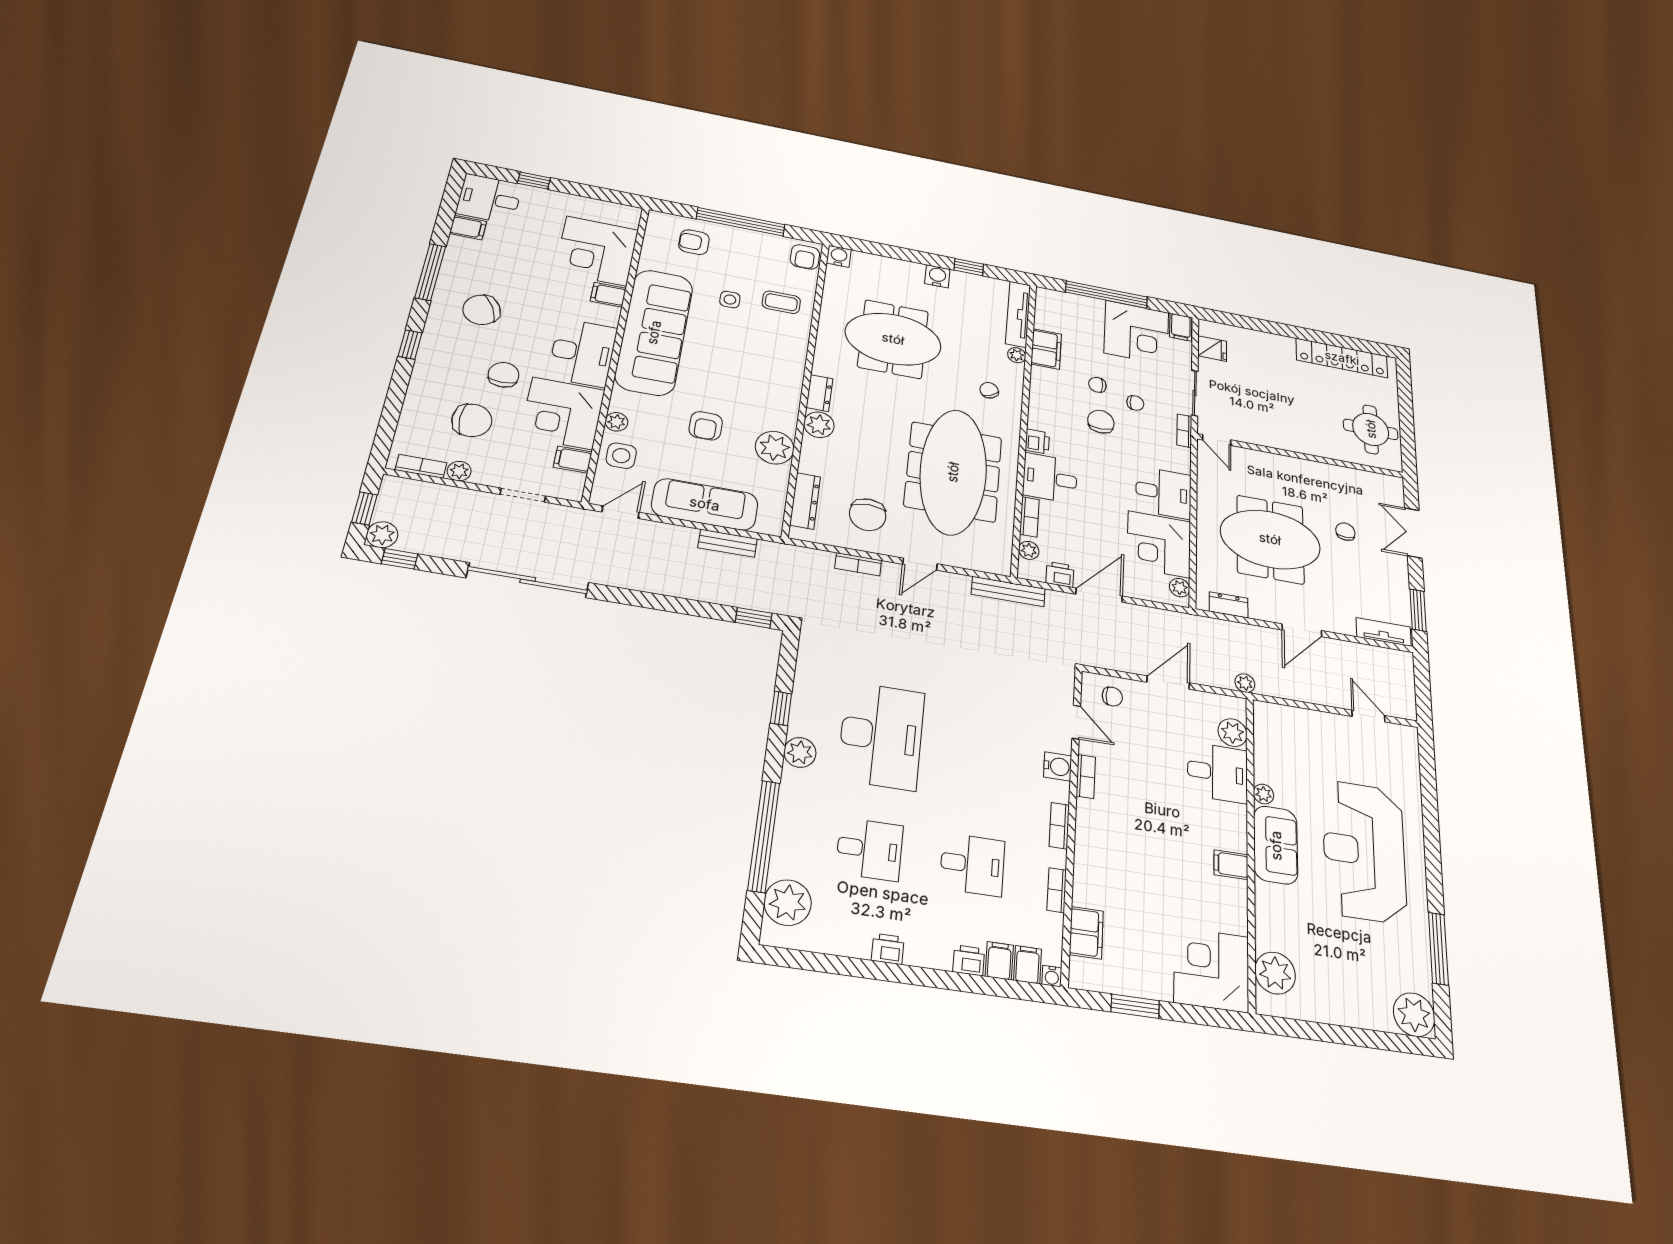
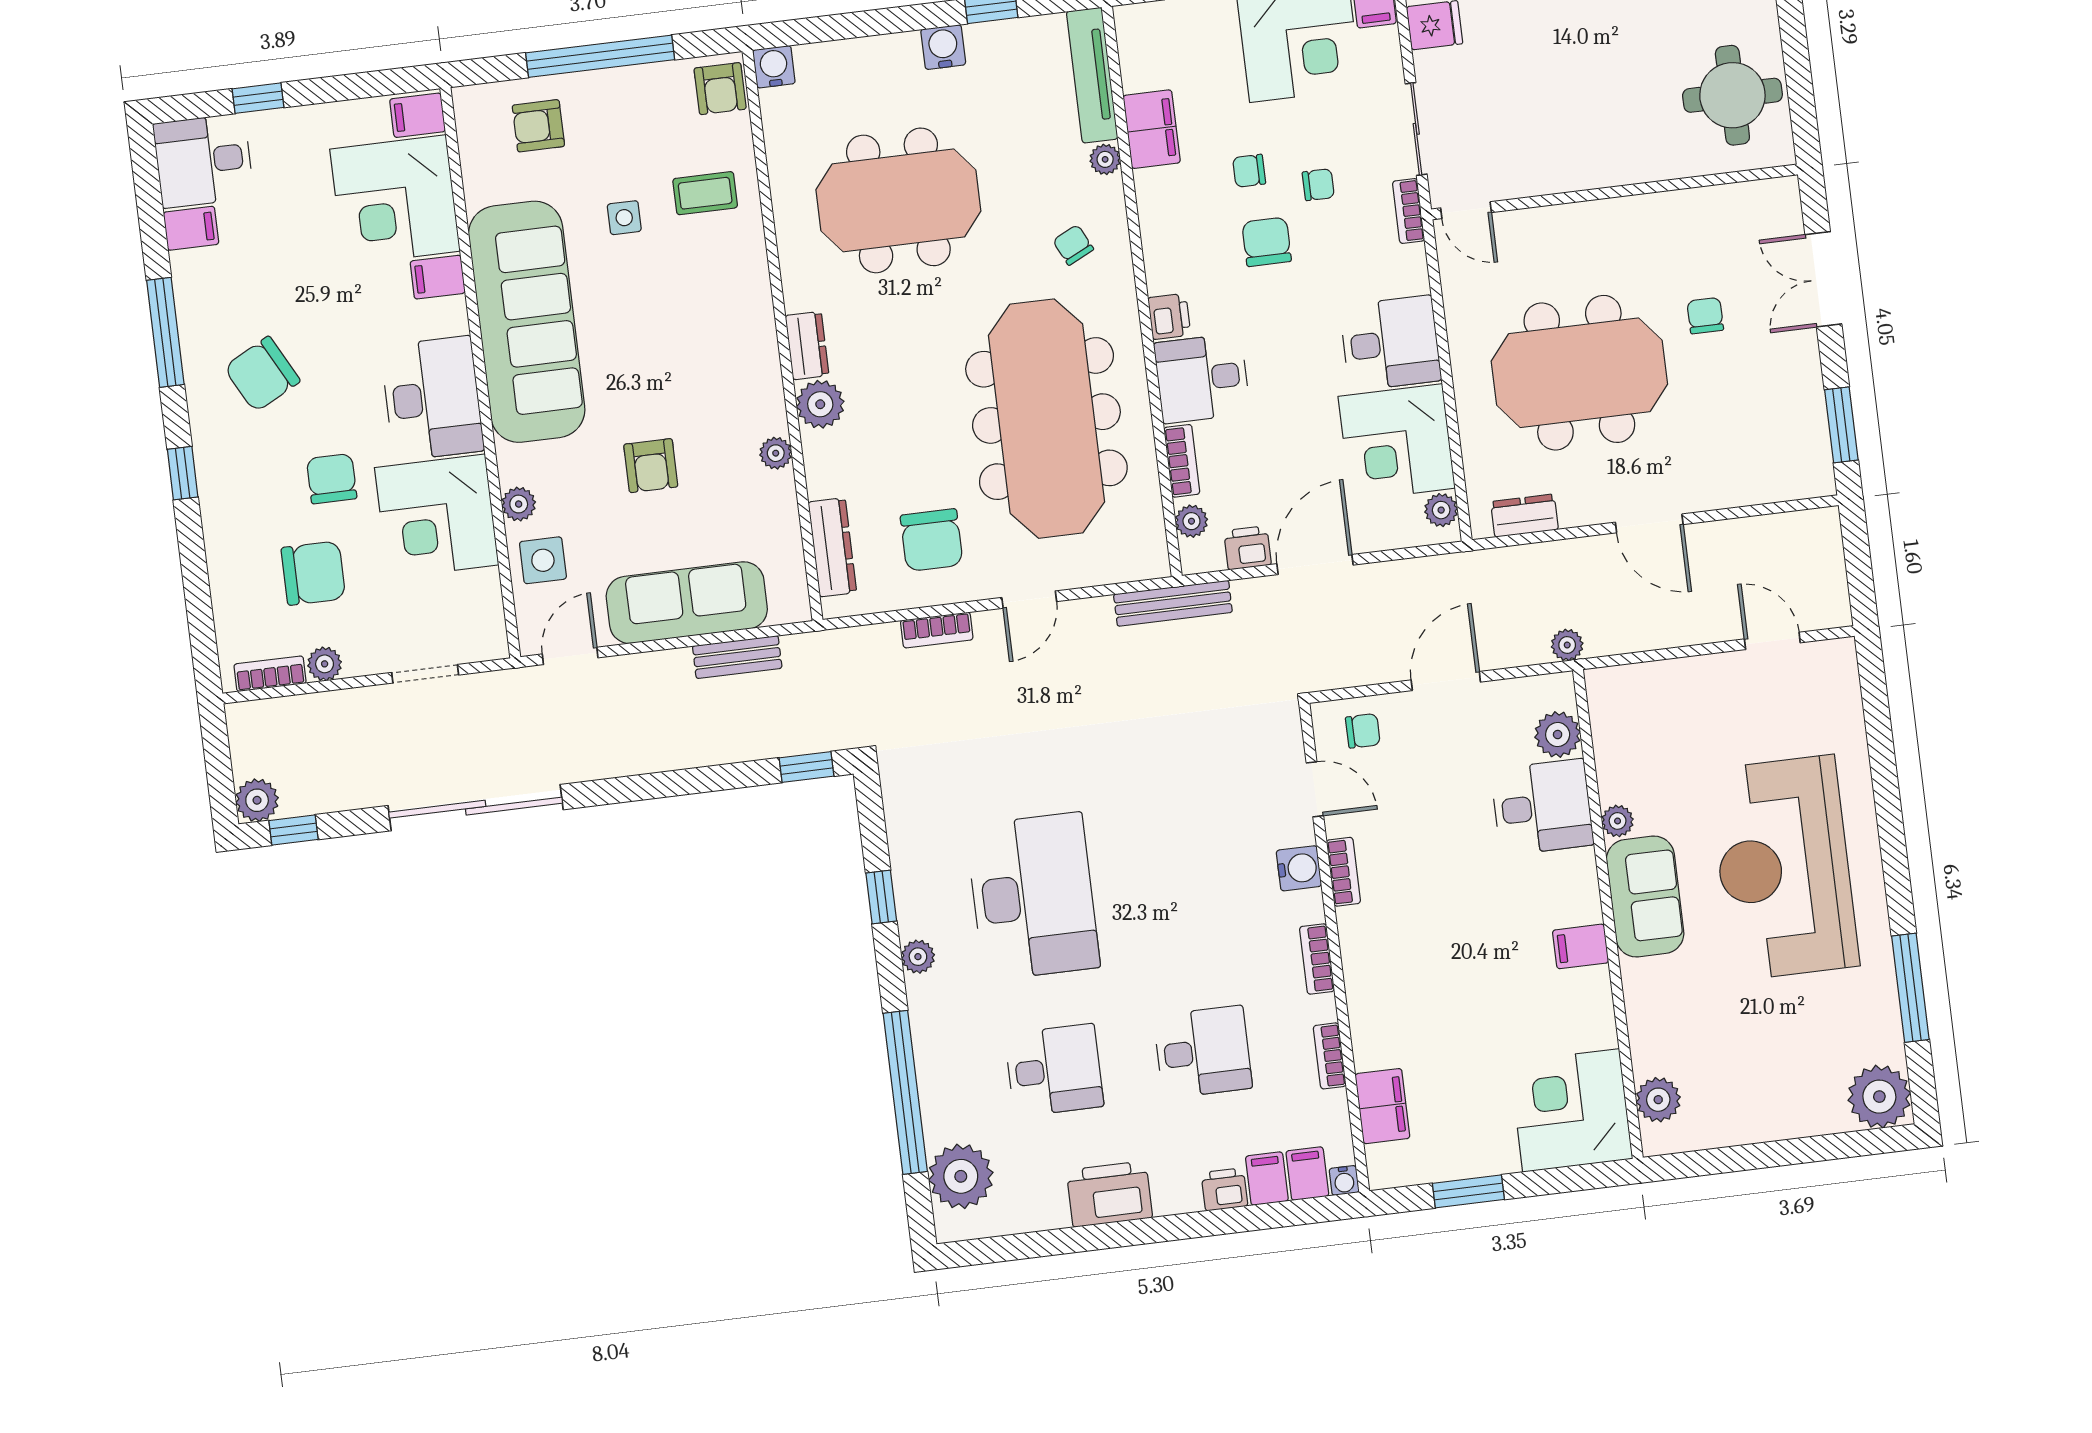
plant: (775, 448) -> (776, 453), width x0.53, depth x0.53
filing cabinet: (573, 460) -> (418, 115), moved
window: (364, 508) -> (219, 767), removed
door: (1302, 630) -> (1649, 523), hinge flipped
tv unit: (1384, 632) -> (1786, 484), removed
plant: (800, 752) -> (918, 957), width x0.73, depth x0.73
printer: (888, 949) -> (1109, 1194), width x1.87, depth x1.48
plant: (1275, 973) -> (1658, 1100), width x0.73, depth x0.73

